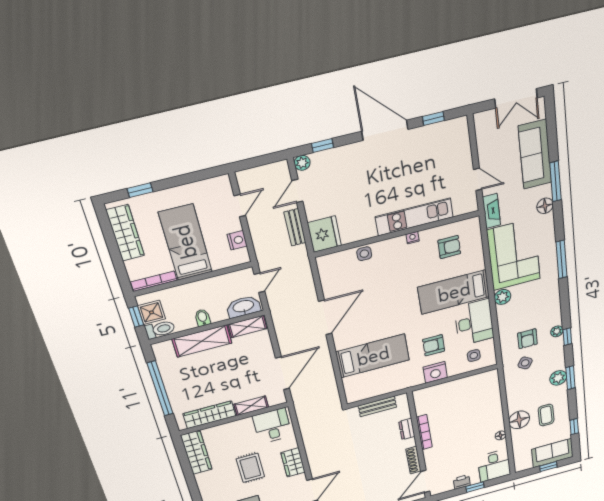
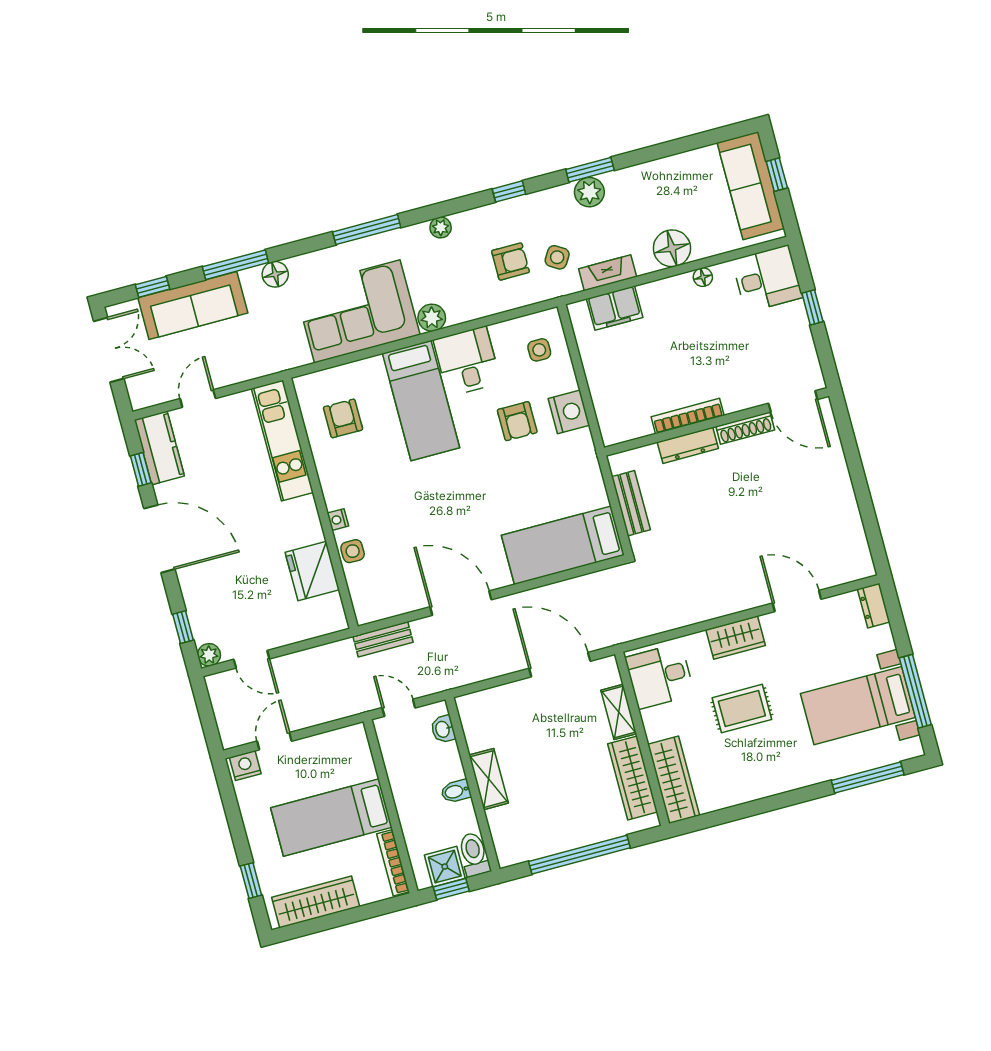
door: (385, 130) -> (159, 539), swing flipped
kitchen counter: (446, 131) -> (159, 448), added
door: (478, 179) -> (198, 399), moved
door: (240, 206) -> (274, 741), hinge flipped
fireplace: (491, 211) -> (608, 273), moved
kitchen unit: (414, 217) -> (282, 440), moved
bench: (295, 227) -> (383, 639), moved
fridge: (324, 234) -> (312, 571), moved, turned -90
nightstand: (413, 238) -> (338, 520), moved
nightstand: (237, 240) -> (245, 766), moved
washbasin: (243, 307) -> (443, 729), width x0.52, depth x0.69
desk: (474, 322) -> (467, 361), width x0.73
shelving: (247, 326) -> (473, 723), removed
plant: (557, 331) -> (441, 227), moved
shelving: (202, 341) -> (489, 779), width x0.67, depth x0.75
bed: (373, 356) -> (563, 545), moved, turned -90
filing cabinet: (491, 393) -> (615, 308), added
coffee table: (546, 415) -> (665, 200), removed
window: (574, 427) -> (152, 287), moved
dresser: (407, 429) -> (688, 445), width x1.44
wardrobe: (196, 452) -> (674, 780), moved, turned 90
sofa: (552, 453) -> (751, 186), width x1.36
printer: (462, 482) -> (799, 334), removed

